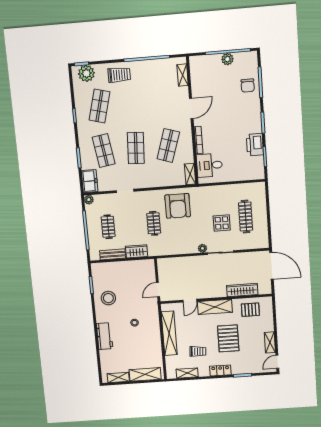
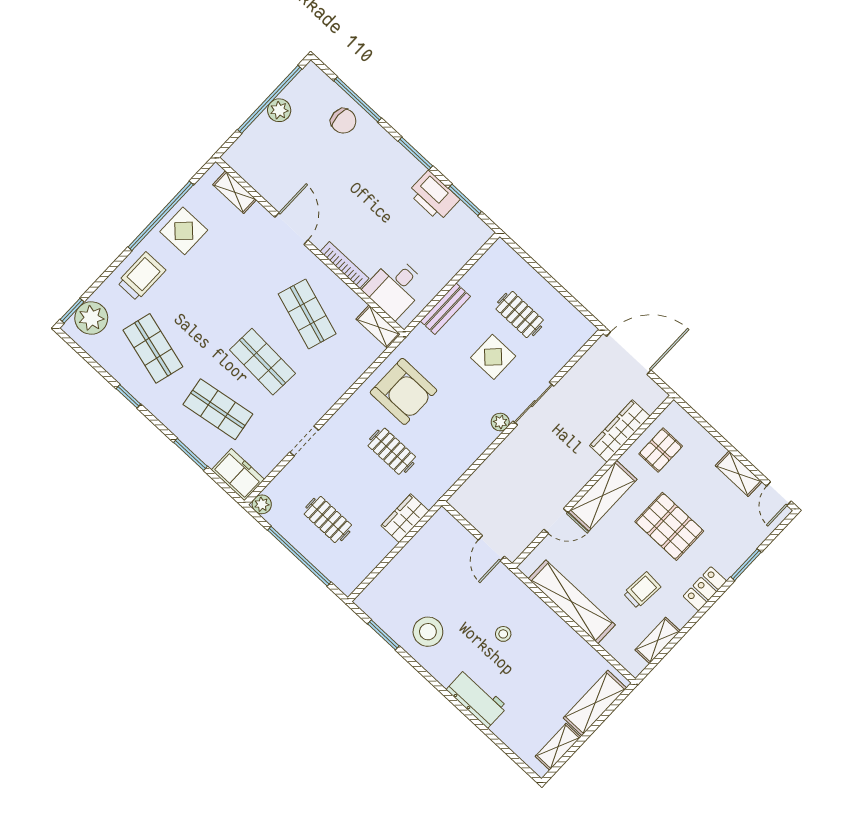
display table: (150, 72) -> (184, 231), added
clothes rail: (246, 217) -> (520, 315), width x0.73
bench: (113, 254) -> (445, 309), moved
door: (190, 301) -> (556, 521), hinge flipped

